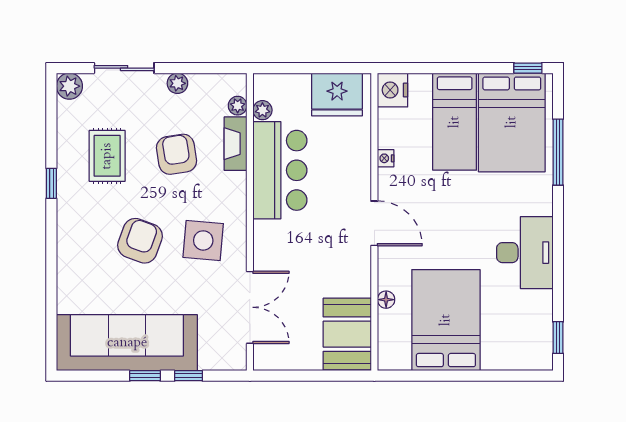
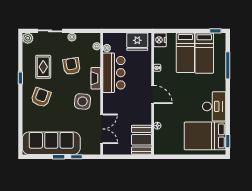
bed: (512, 122) -> (204, 53), width x0.67
fireplace: (236, 144) -> (96, 78), moved
armchair: (140, 241) -> (41, 97), moved
bed: (446, 320) -> (205, 136), moved, turned -90

